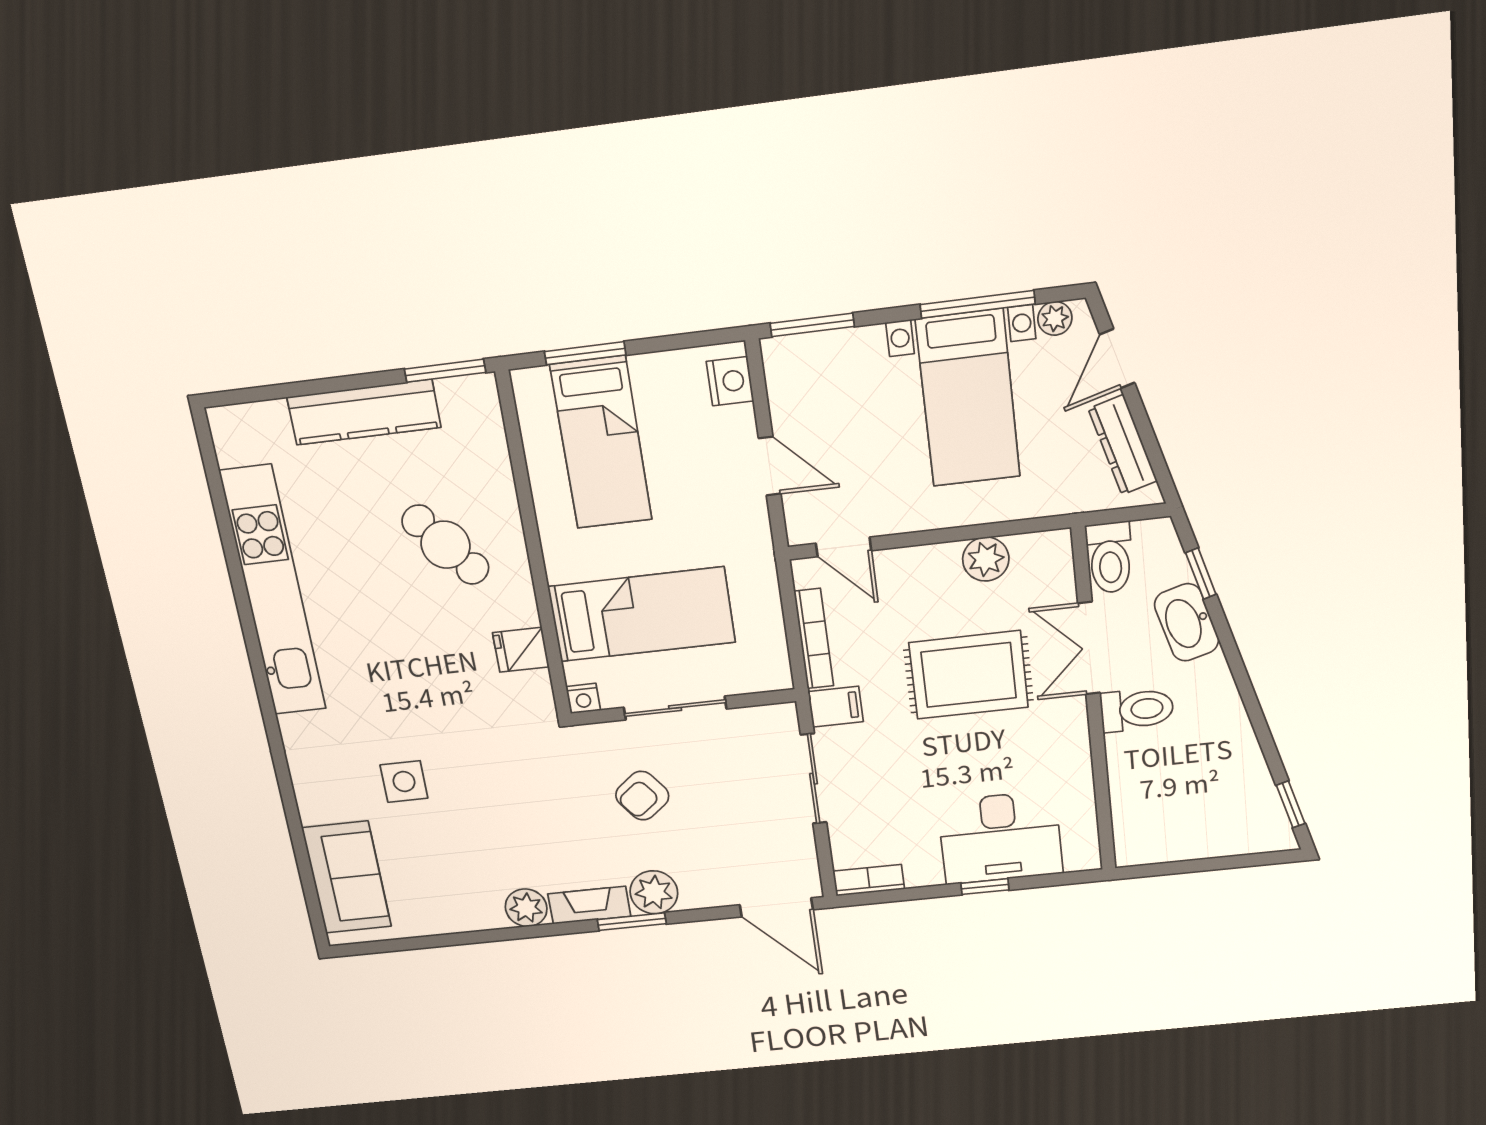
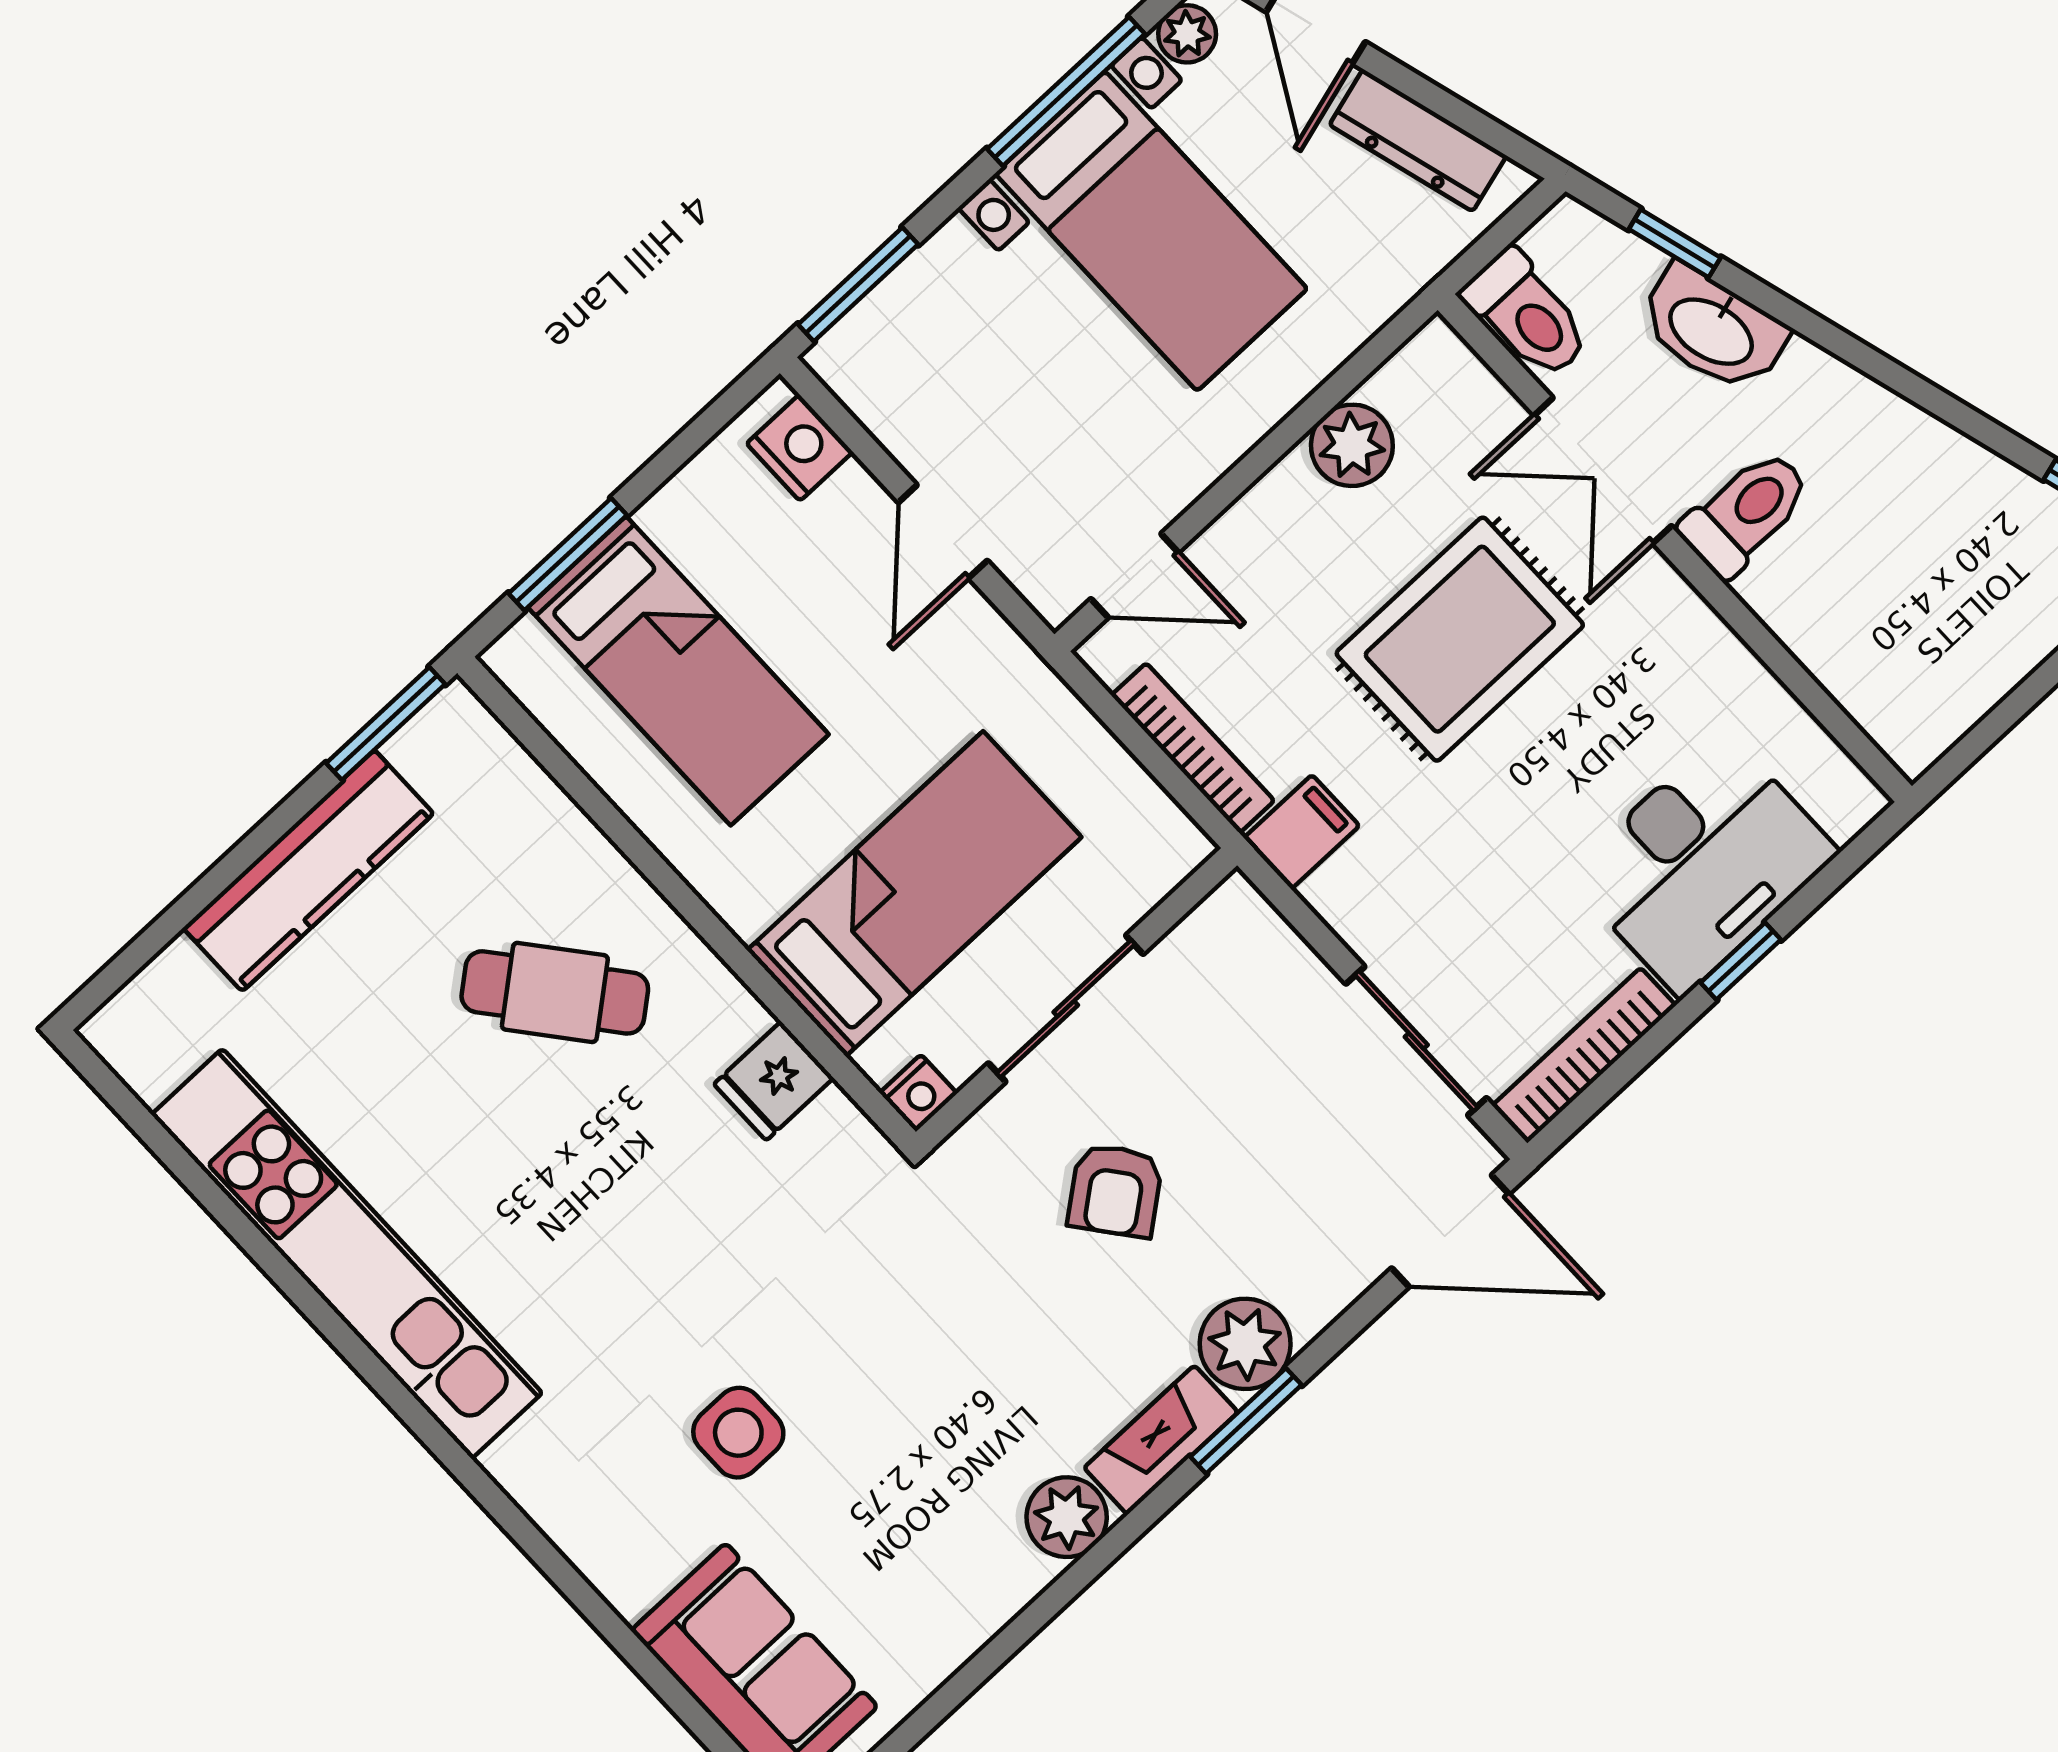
door: (770, 466) -> (943, 532), swing flipped
sliding door: (814, 779) -> (1416, 1041), moved
bookcase: (869, 880) -> (1584, 1055), width x1.56

